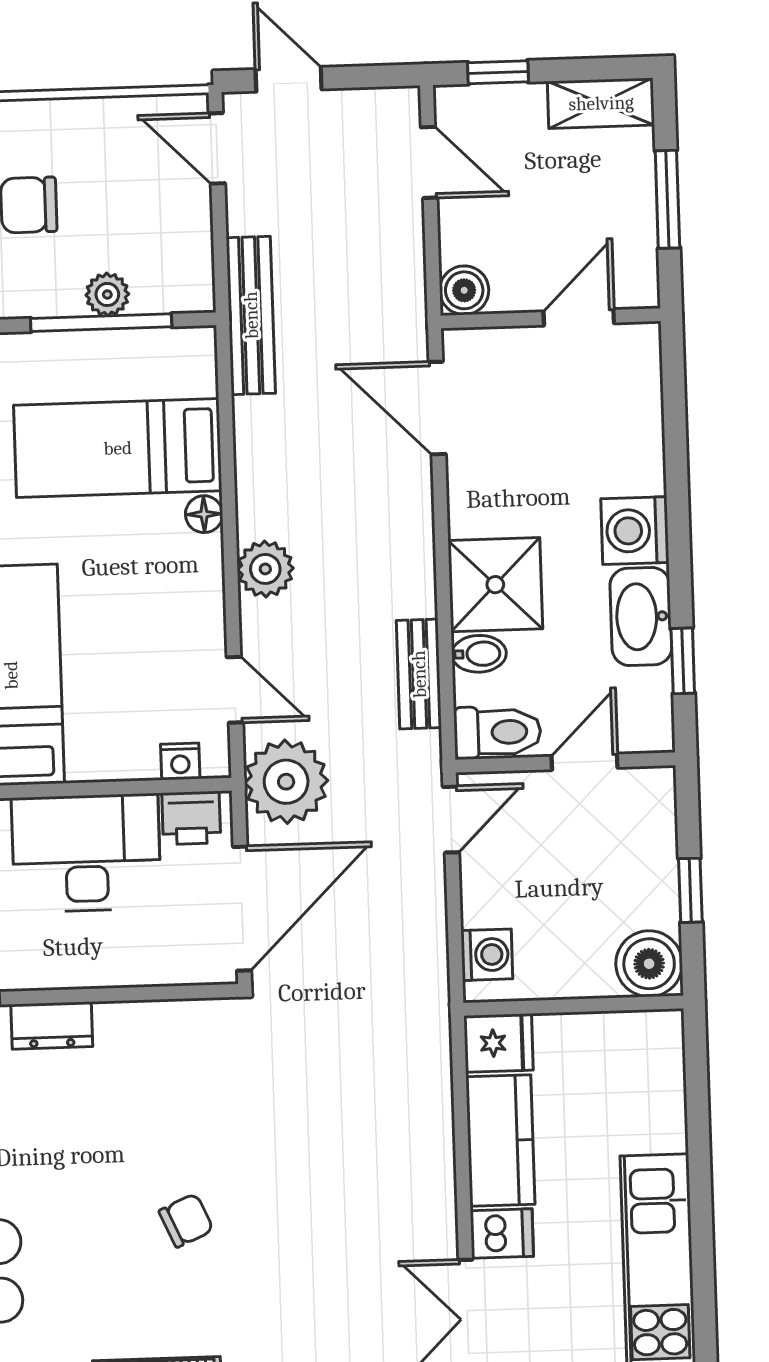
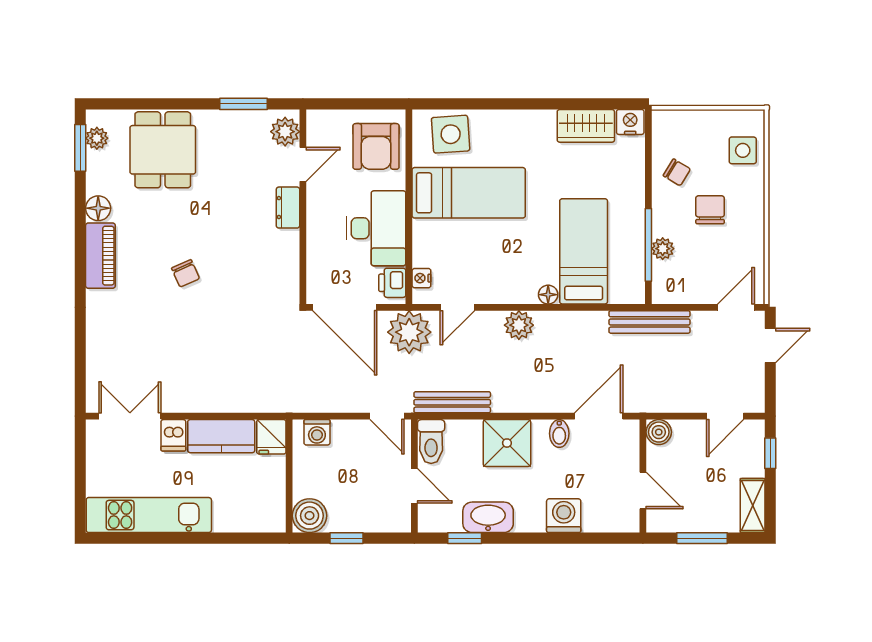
washing machine: (635, 531) -> (564, 516), moved
bidet: (479, 654) -> (559, 433), moved
bench: (419, 674) -> (452, 402), width x1.36

